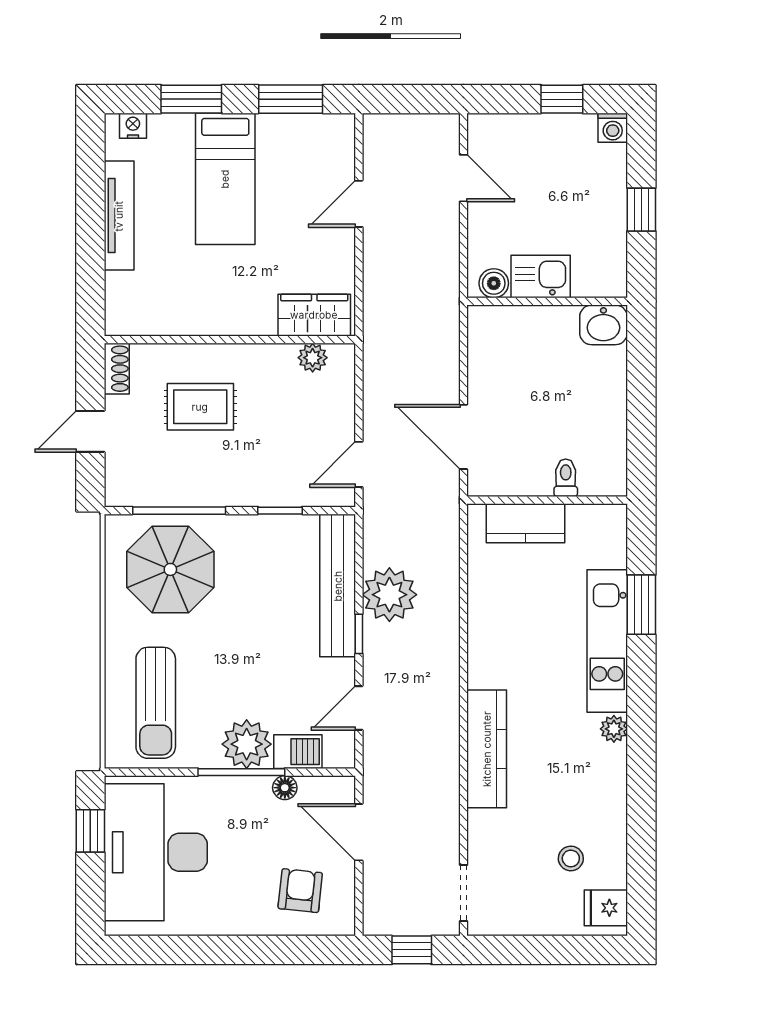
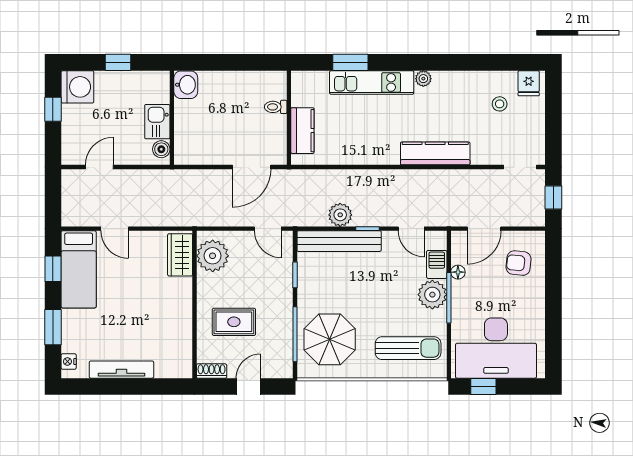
window: (291, 99) -> (53, 269), width x0.67
washing machine: (613, 128) -> (77, 87), width x1.89, depth x1.89
bed: (225, 179) -> (79, 269), moved, turned 90
plant: (313, 358) -> (213, 256), width x1.87, depth x1.87
rug: (200, 407) -> (234, 322), turned 90
door: (90, 431) -> (248, 386), swing flipped
plant: (389, 595) -> (340, 215), width x0.73, depth x0.73

